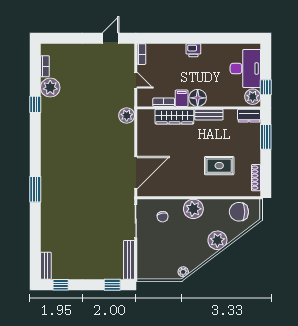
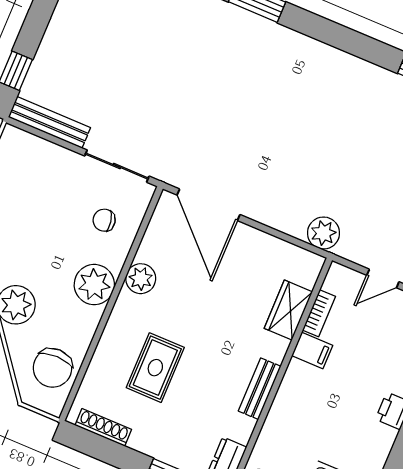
floor lamp: (198, 98) -> (300, 381), removed
wardrobe: (174, 117) -> (288, 310), width x0.67
plant: (182, 189) -> (141, 279), added
chair: (239, 212) -> (53, 368), turned 180

